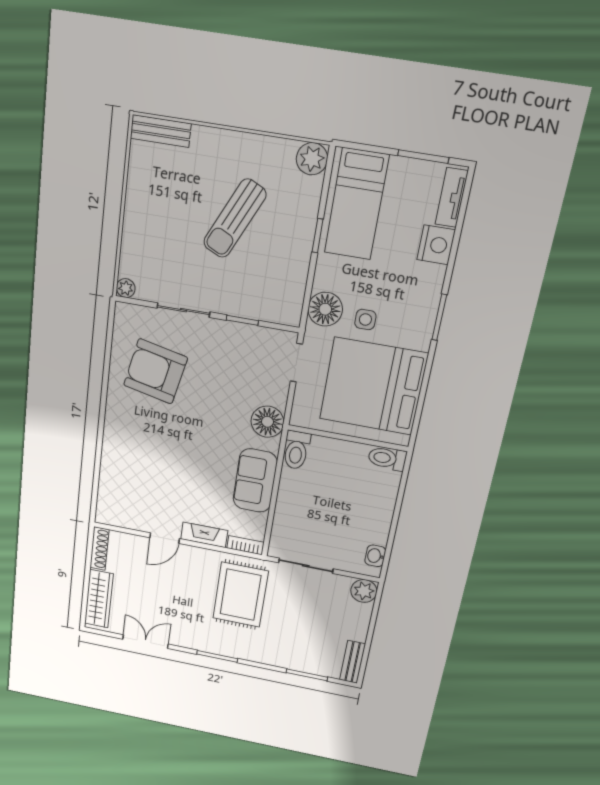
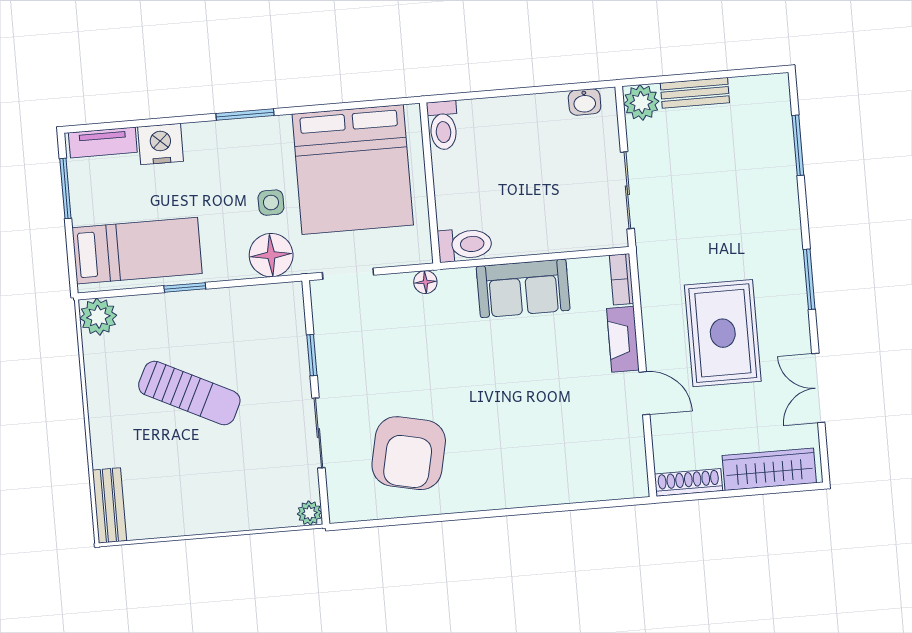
floor lamp: (267, 422) -> (425, 282), width x0.53, depth x0.53
rug: (241, 595) -> (723, 333), moved, turned 90
bench: (353, 662) -> (695, 93), moved

